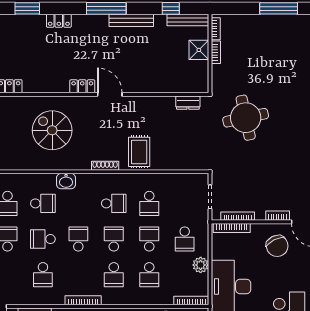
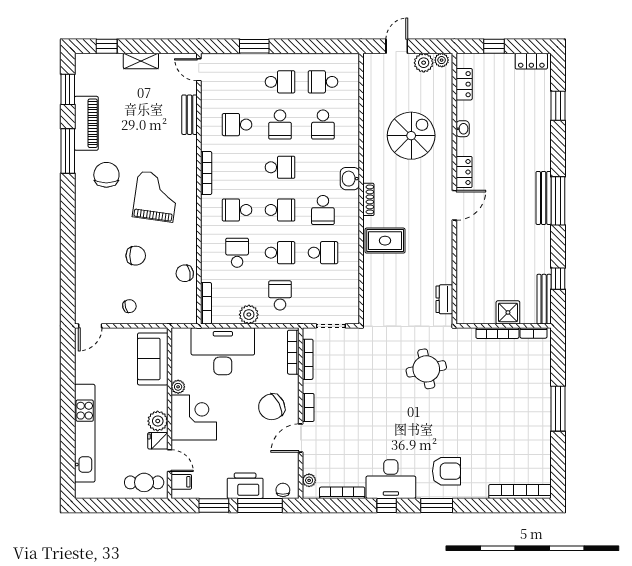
bench: (131, 20) -> (544, 198), moved
locker: (59, 21) -> (543, 144), removed
bookcase: (216, 52) -> (497, 333), width x1.56
washbasin: (46, 88) -> (463, 129), added
round table: (246, 118) -> (426, 369), width x0.73, depth x0.73
washbasin: (66, 181) -> (350, 179), moved
school desk: (149, 203) -> (323, 253), turned 180
school desk: (43, 239) -> (280, 125), turned 180
school desk: (185, 239) -> (280, 295), turned 90
school desk: (149, 275) -> (237, 253), turned 90

